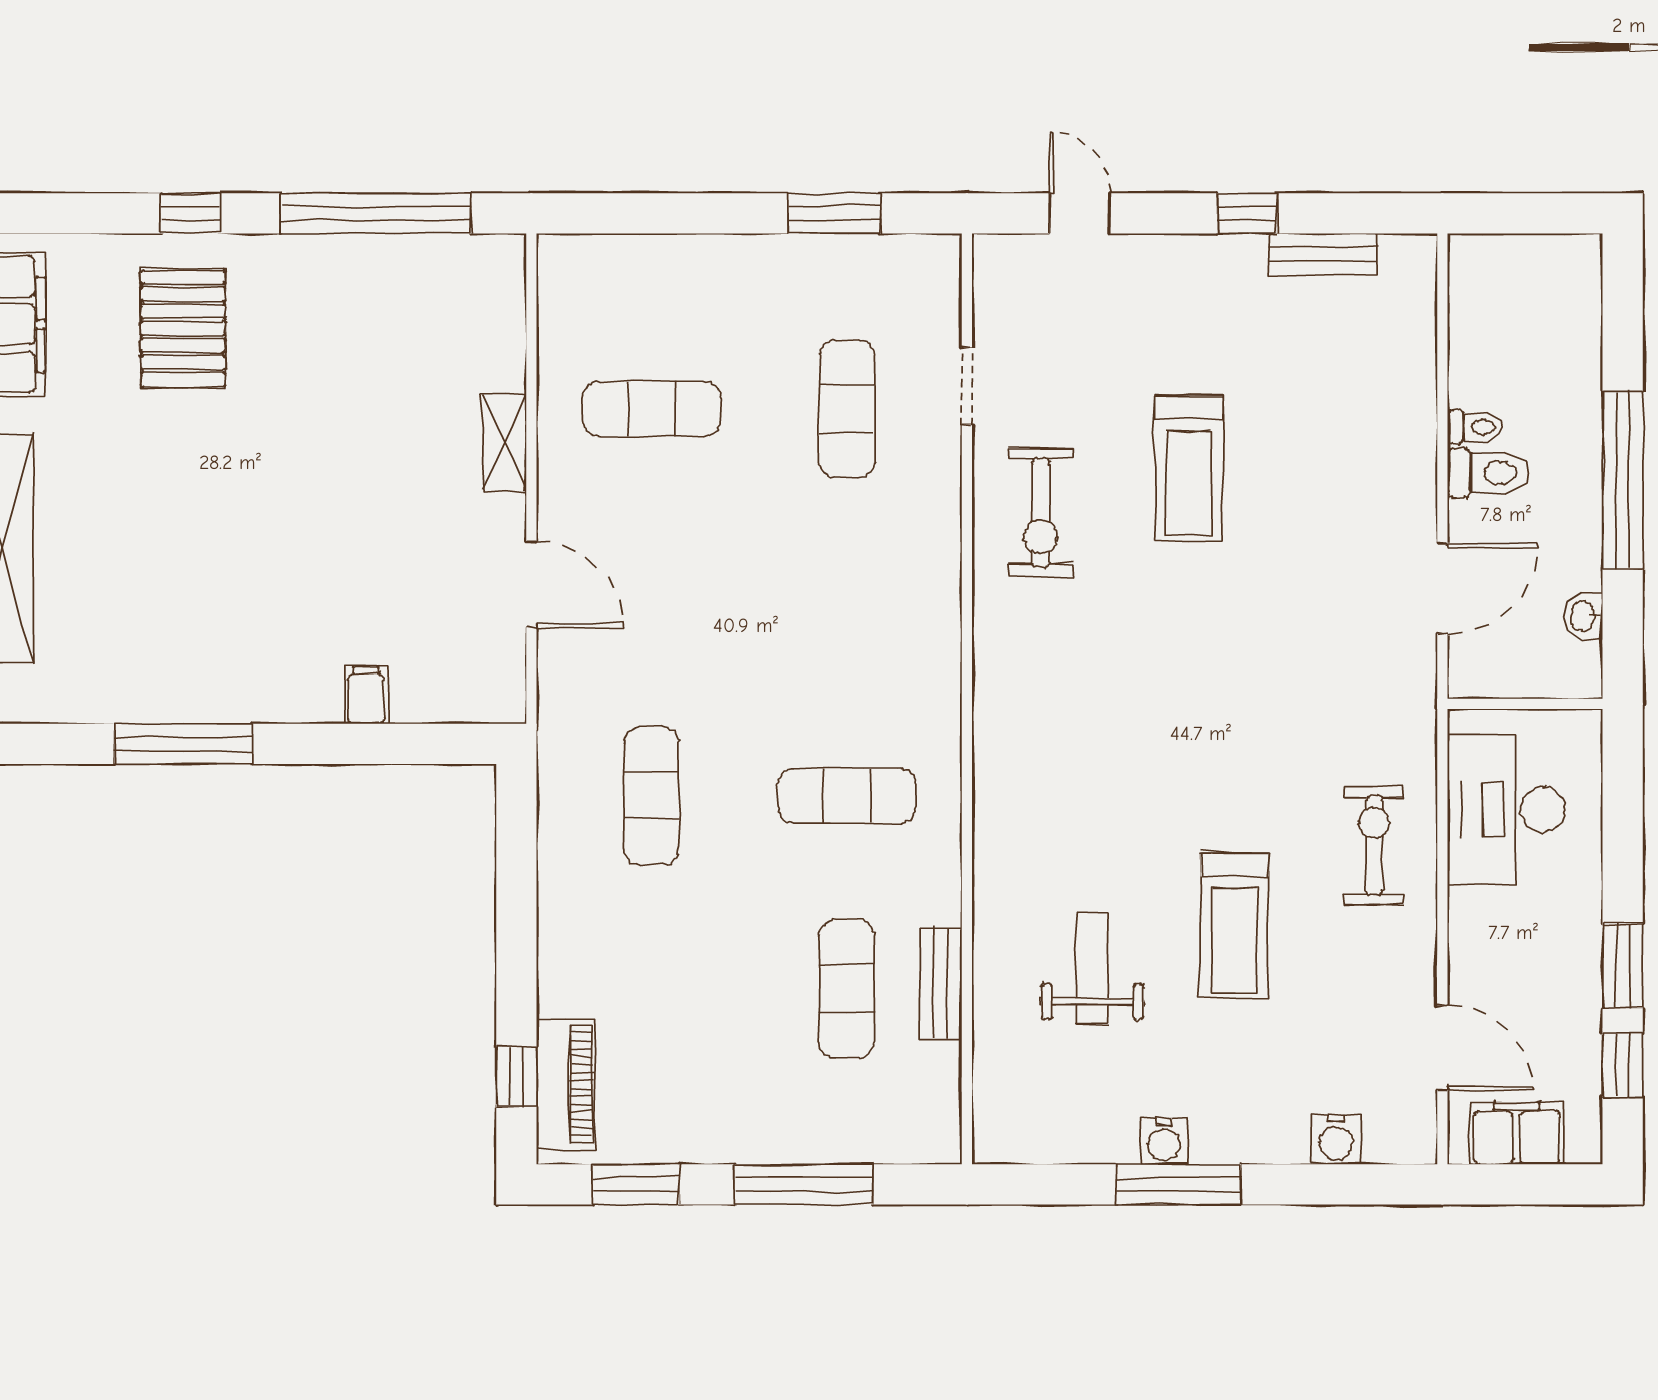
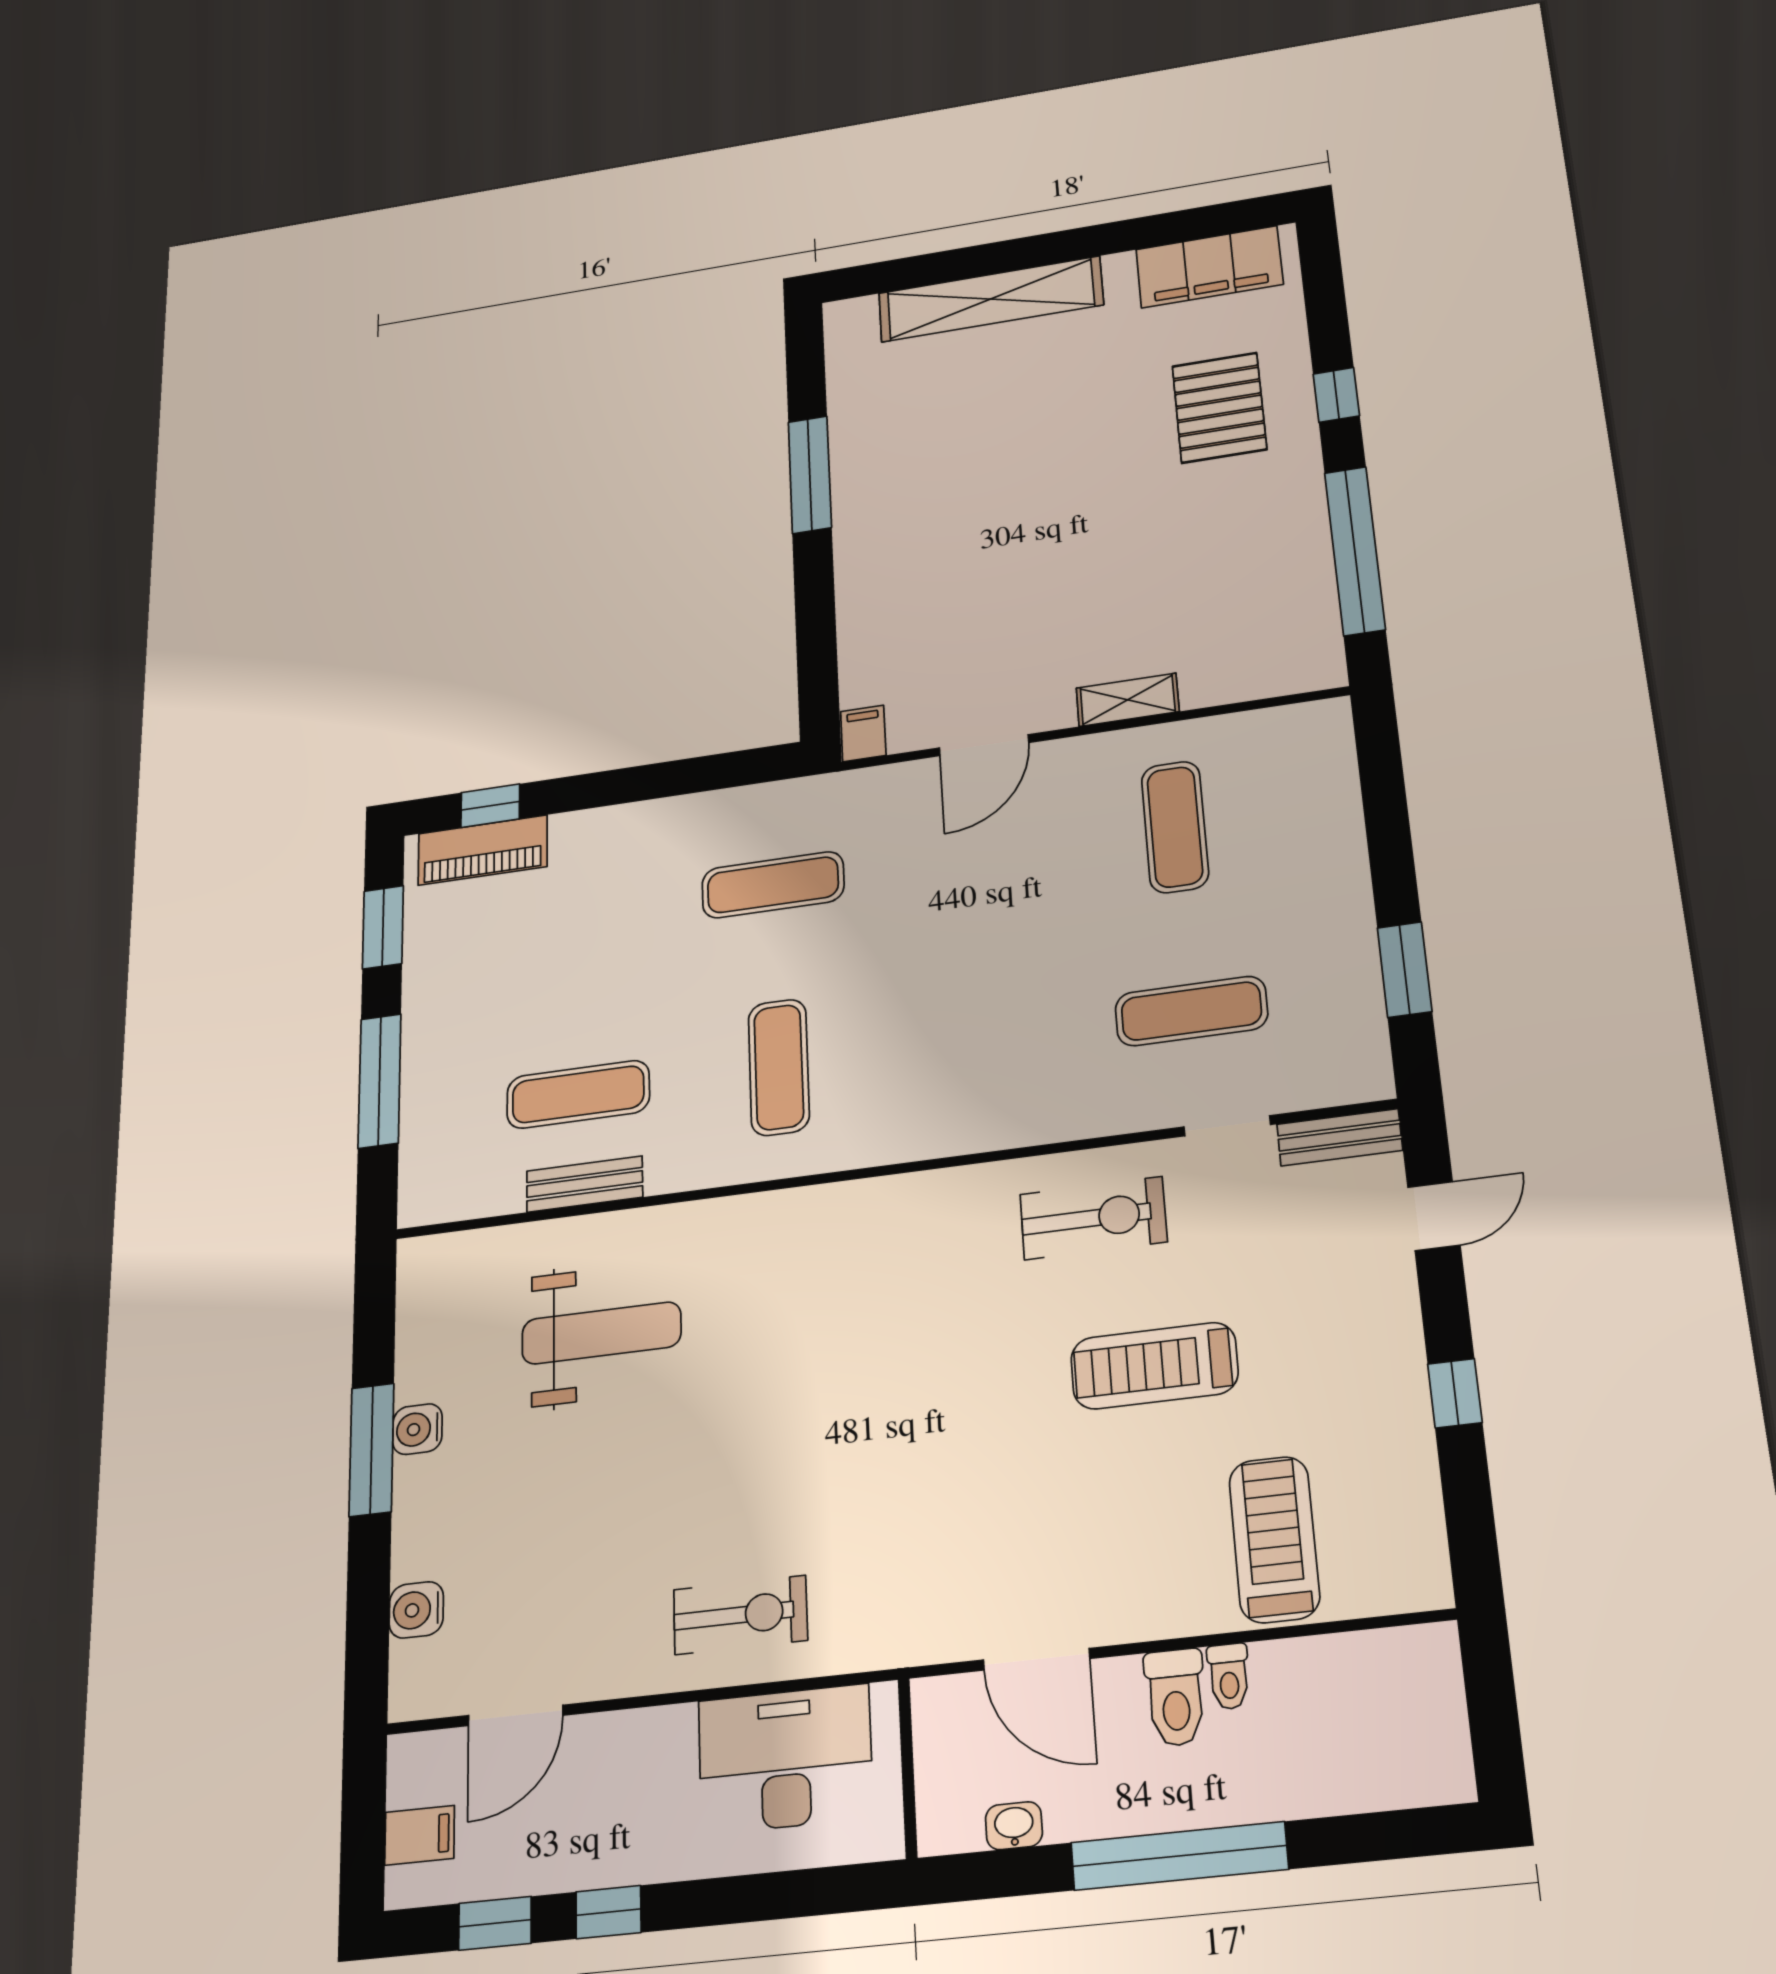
bench: (1323, 254) -> (1340, 1137), moved, turned 90
pallet: (183, 329) -> (1219, 408), turned 90
exercise bike: (1041, 512) -> (1093, 1218), turned 180
filing cabinet: (366, 695) -> (863, 733), moved, turned -90
treadmill: (1234, 926) -> (1274, 1539), moved, turned 90
window: (1623, 966) -> (608, 1912), width x0.67
weight bench: (1092, 968) -> (601, 1333), width x1.36, depth x1.33
filing cabinet: (1517, 1133) -> (420, 1835), width x0.50

